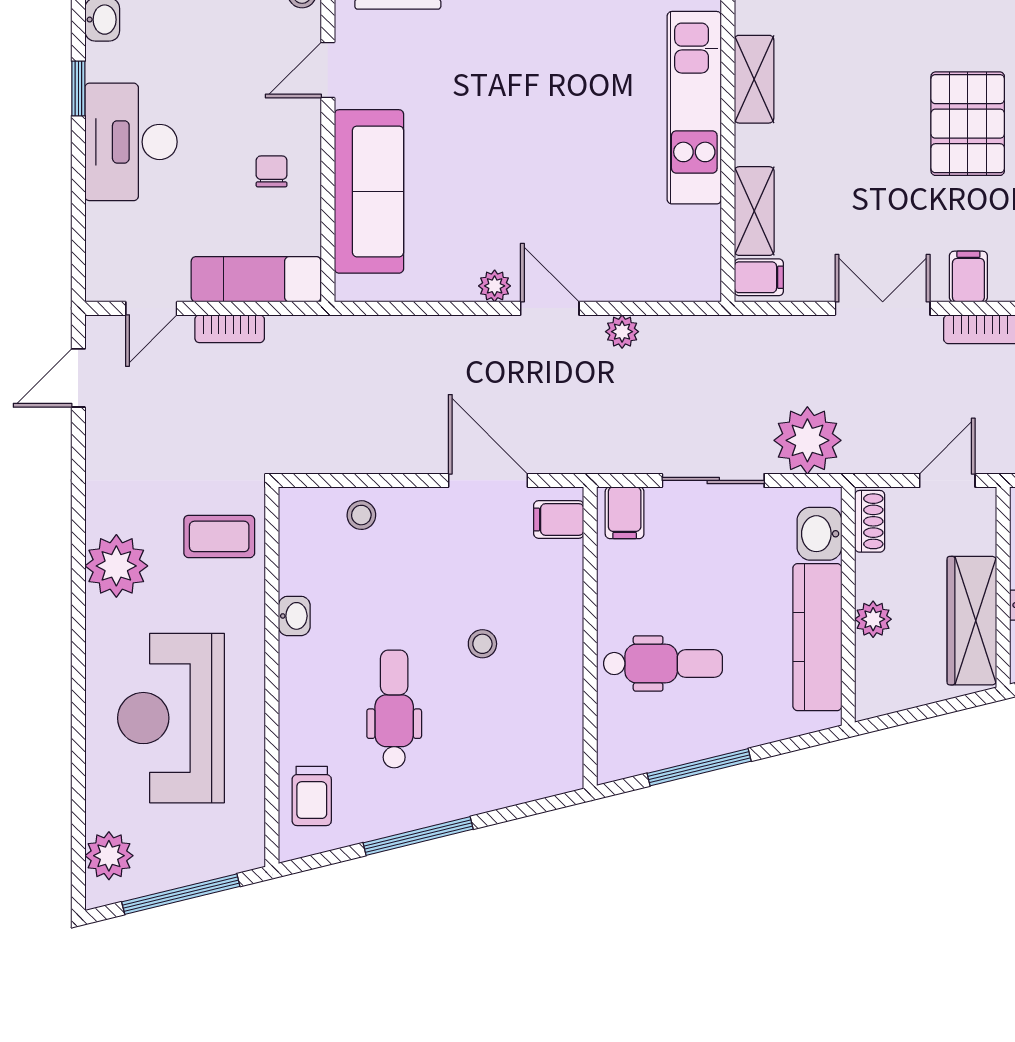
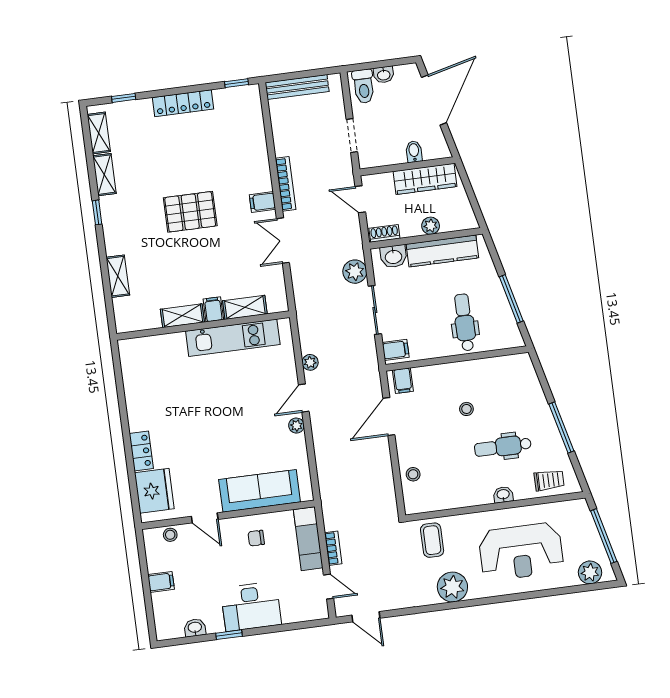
kitchen unit: (694, 108) -> (233, 338), moved
filing cabinet: (759, 277) -> (213, 309), moved
plant: (807, 440) -> (355, 272), width x0.73, depth x0.73
washbasin: (294, 616) -> (503, 495), moved

